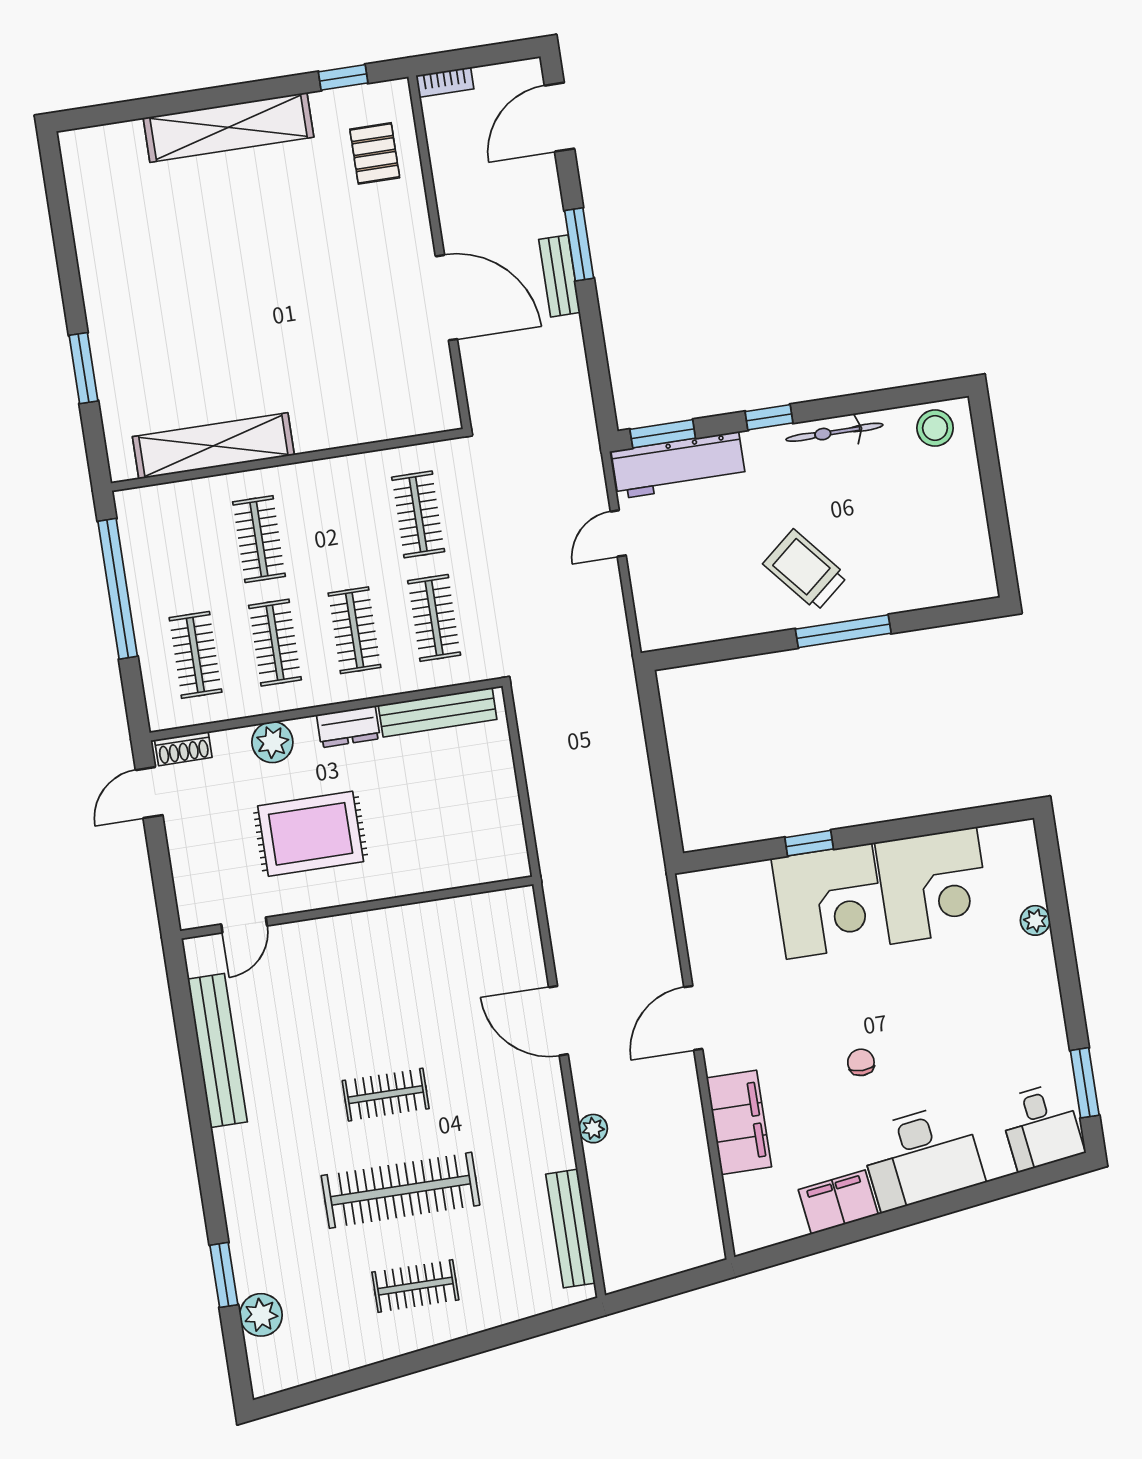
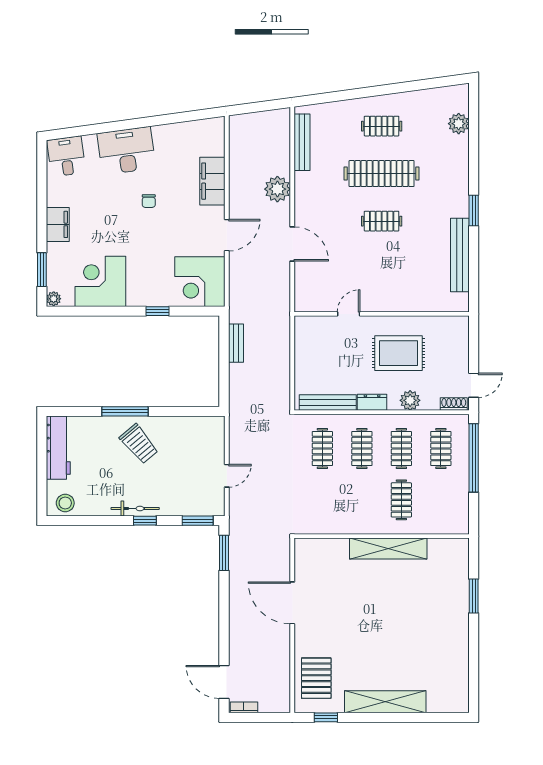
bookcase: (445, 82) -> (244, 707), moved
door: (559, 117) -> (224, 682), swing flipped
pallet: (375, 153) -> (316, 678), width x1.50, depth x1.42
window: (579, 244) -> (224, 553), moved
bench: (559, 276) -> (236, 343), moved
bicycle: (834, 432) -> (135, 508), moved
shelving: (213, 446) -> (388, 548), moved
workbench: (678, 465) -> (58, 448), moved, turned 90
clothes rail: (418, 514) -> (322, 500), removed
window: (118, 589) -> (474, 458), moved
corner desk: (829, 901) -> (200, 282), moved, turned -90
plant: (1035, 920) -> (54, 299), moved
door: (244, 925) -> (349, 314), moved
window: (1085, 1083) -> (42, 270), moved
plant: (593, 1129) -> (277, 189), width x1.87, depth x1.87
filing cabinet: (838, 1202) -> (58, 224), moved, turned -82
window: (224, 1275) -> (474, 210), moved

